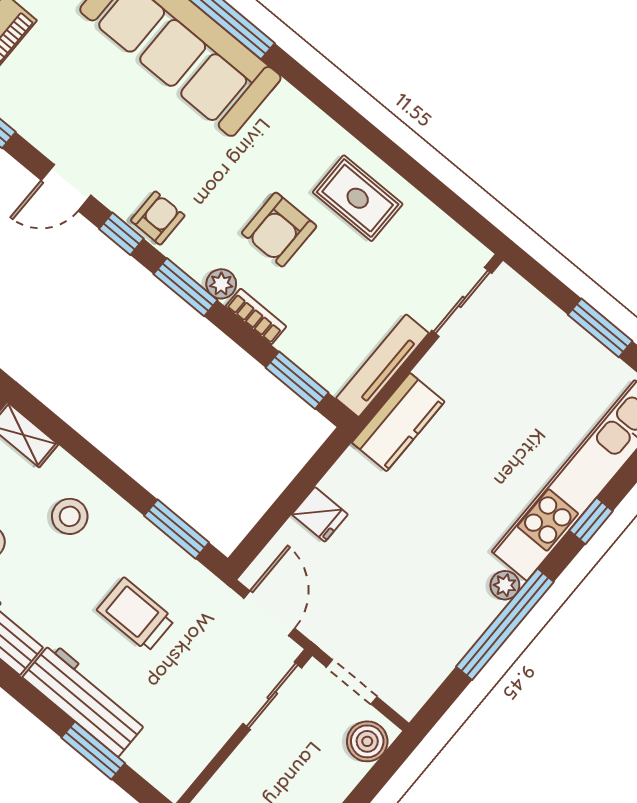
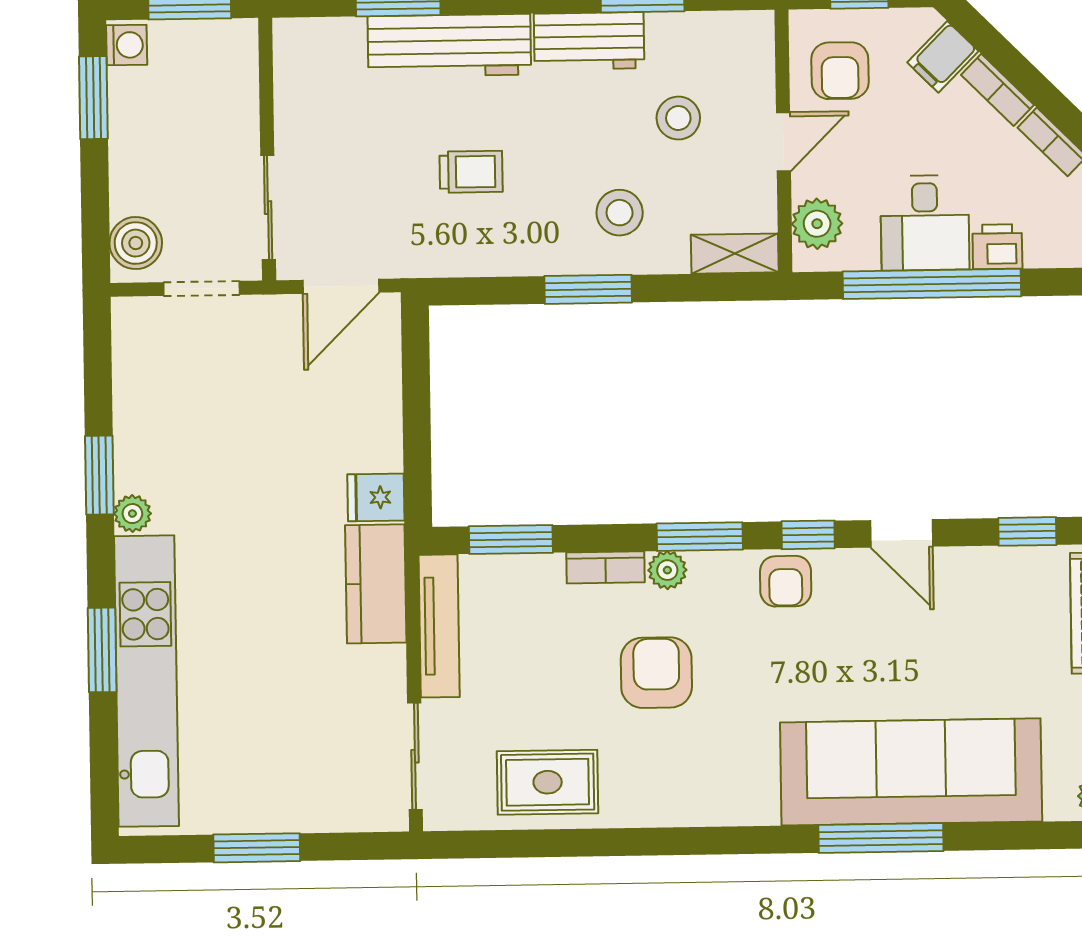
door: (66, 188) -> (902, 533), swing flipped
rug: (358, 198) -> (548, 782), moved
fridge: (320, 514) -> (376, 497), moved
window: (591, 521) -> (102, 650), width x1.50
window: (177, 529) -> (588, 289), moved
door: (269, 613) -> (341, 286), hinge flipped
trolley: (136, 615) -> (471, 172), width x0.73, depth x0.72
window: (505, 624) -> (99, 475), width x0.47

